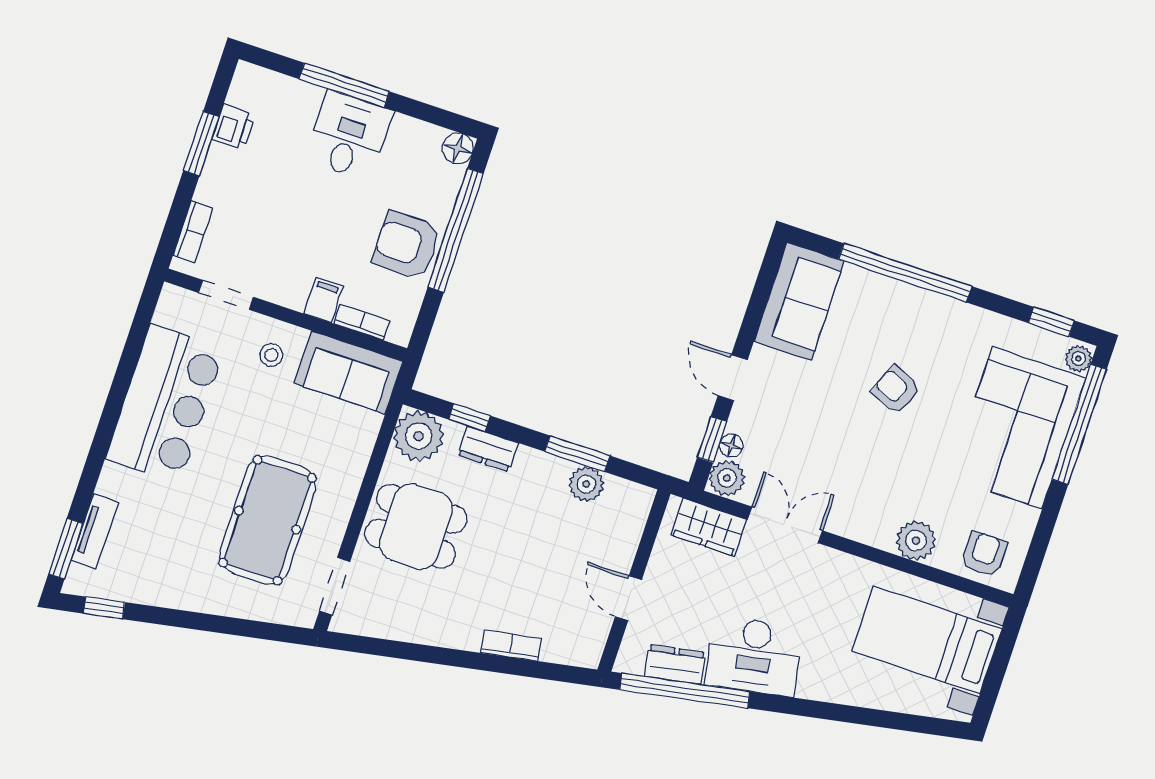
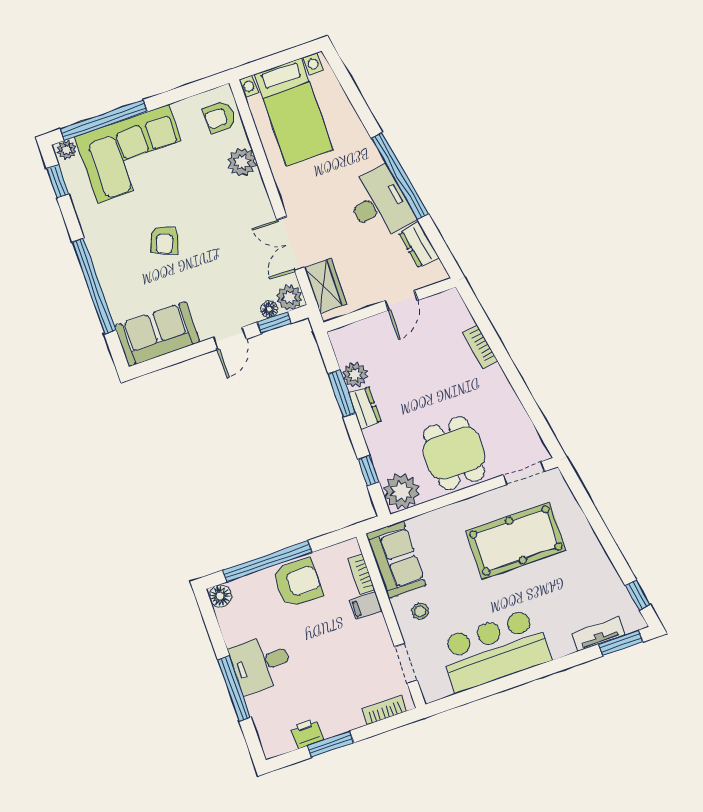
armchair: (407, 245) -> (298, 583), turned -90
dresser: (488, 449) -> (365, 408), moved
window: (685, 691) -> (400, 176), moved

